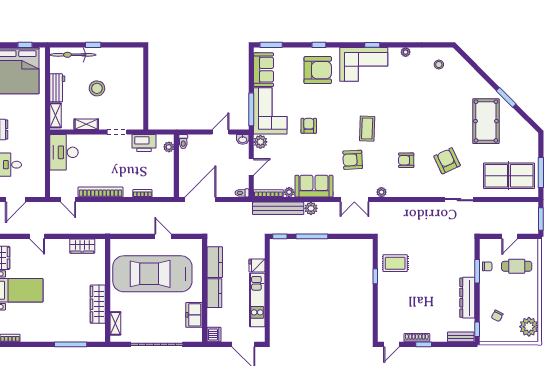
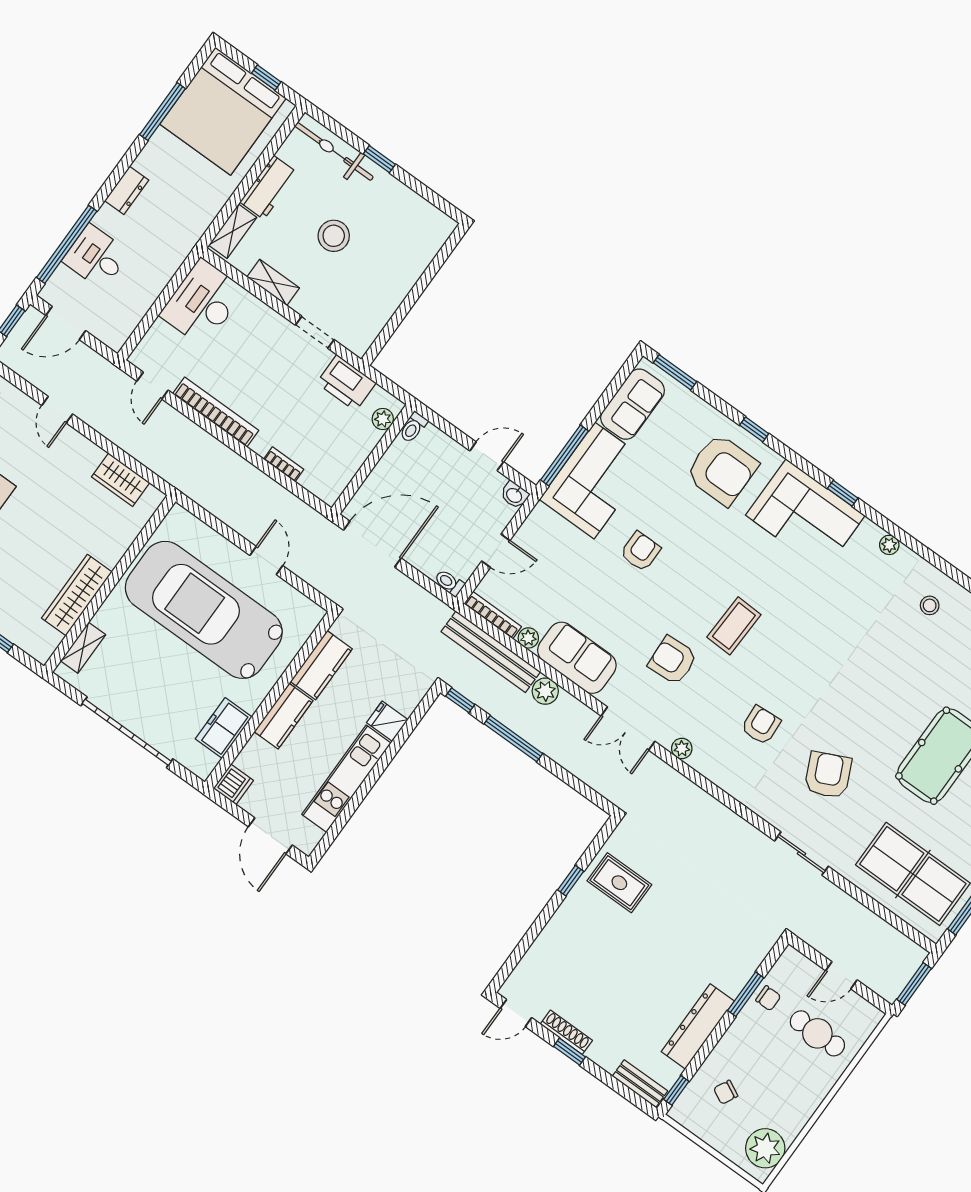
plant: (260, 142) -> (541, 520), removed
armchair: (406, 160) -> (761, 725), turned 86

